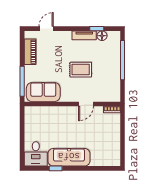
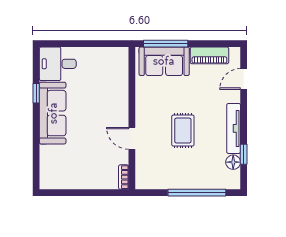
door: (46, 29) -> (244, 79), swing flipped
tv unit: (84, 35) -> (234, 128), width x1.41
sofa: (43, 92) -> (164, 61), moved, turned 90

